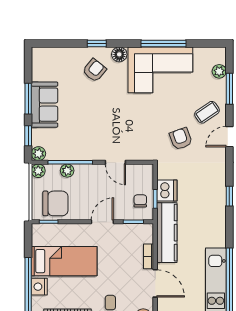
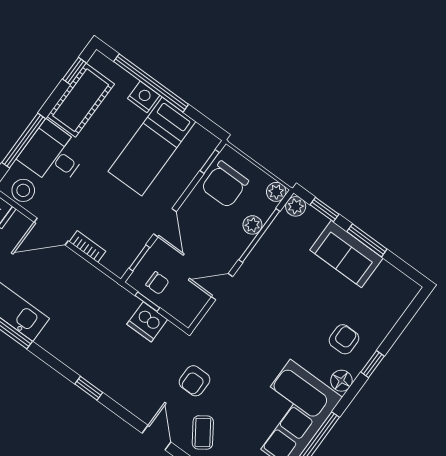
armchair: (94, 70) -> (344, 339), turned -129
armchair: (181, 139) -> (194, 381), turned 110
kitchen counter: (167, 233) -> (99, 287), removed

